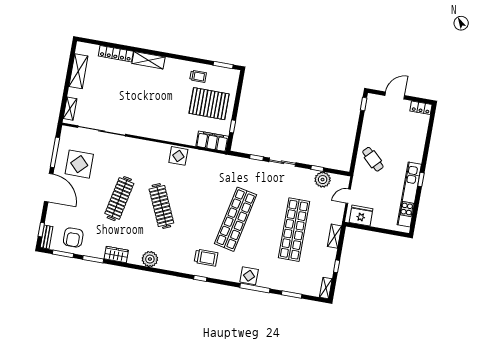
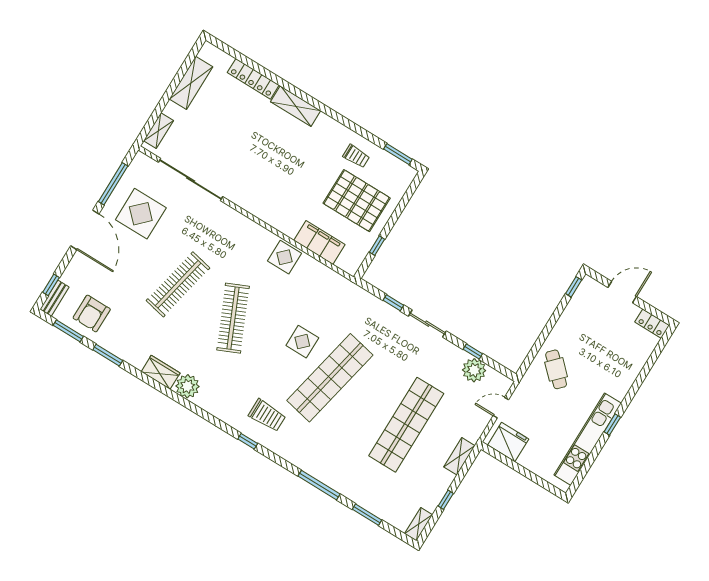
filing cabinet: (212, 141) -> (319, 242), moved
wardrobe: (116, 255) -> (161, 372), moved
display table: (249, 276) -> (302, 342), moved

